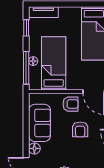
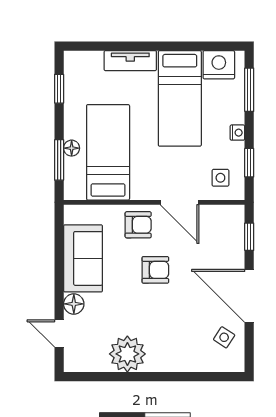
tv unit: (43, 12) -> (130, 61), moved
window: (26, 68) -> (59, 160), width x0.69
armchair: (80, 129) -> (155, 270), turned -90

